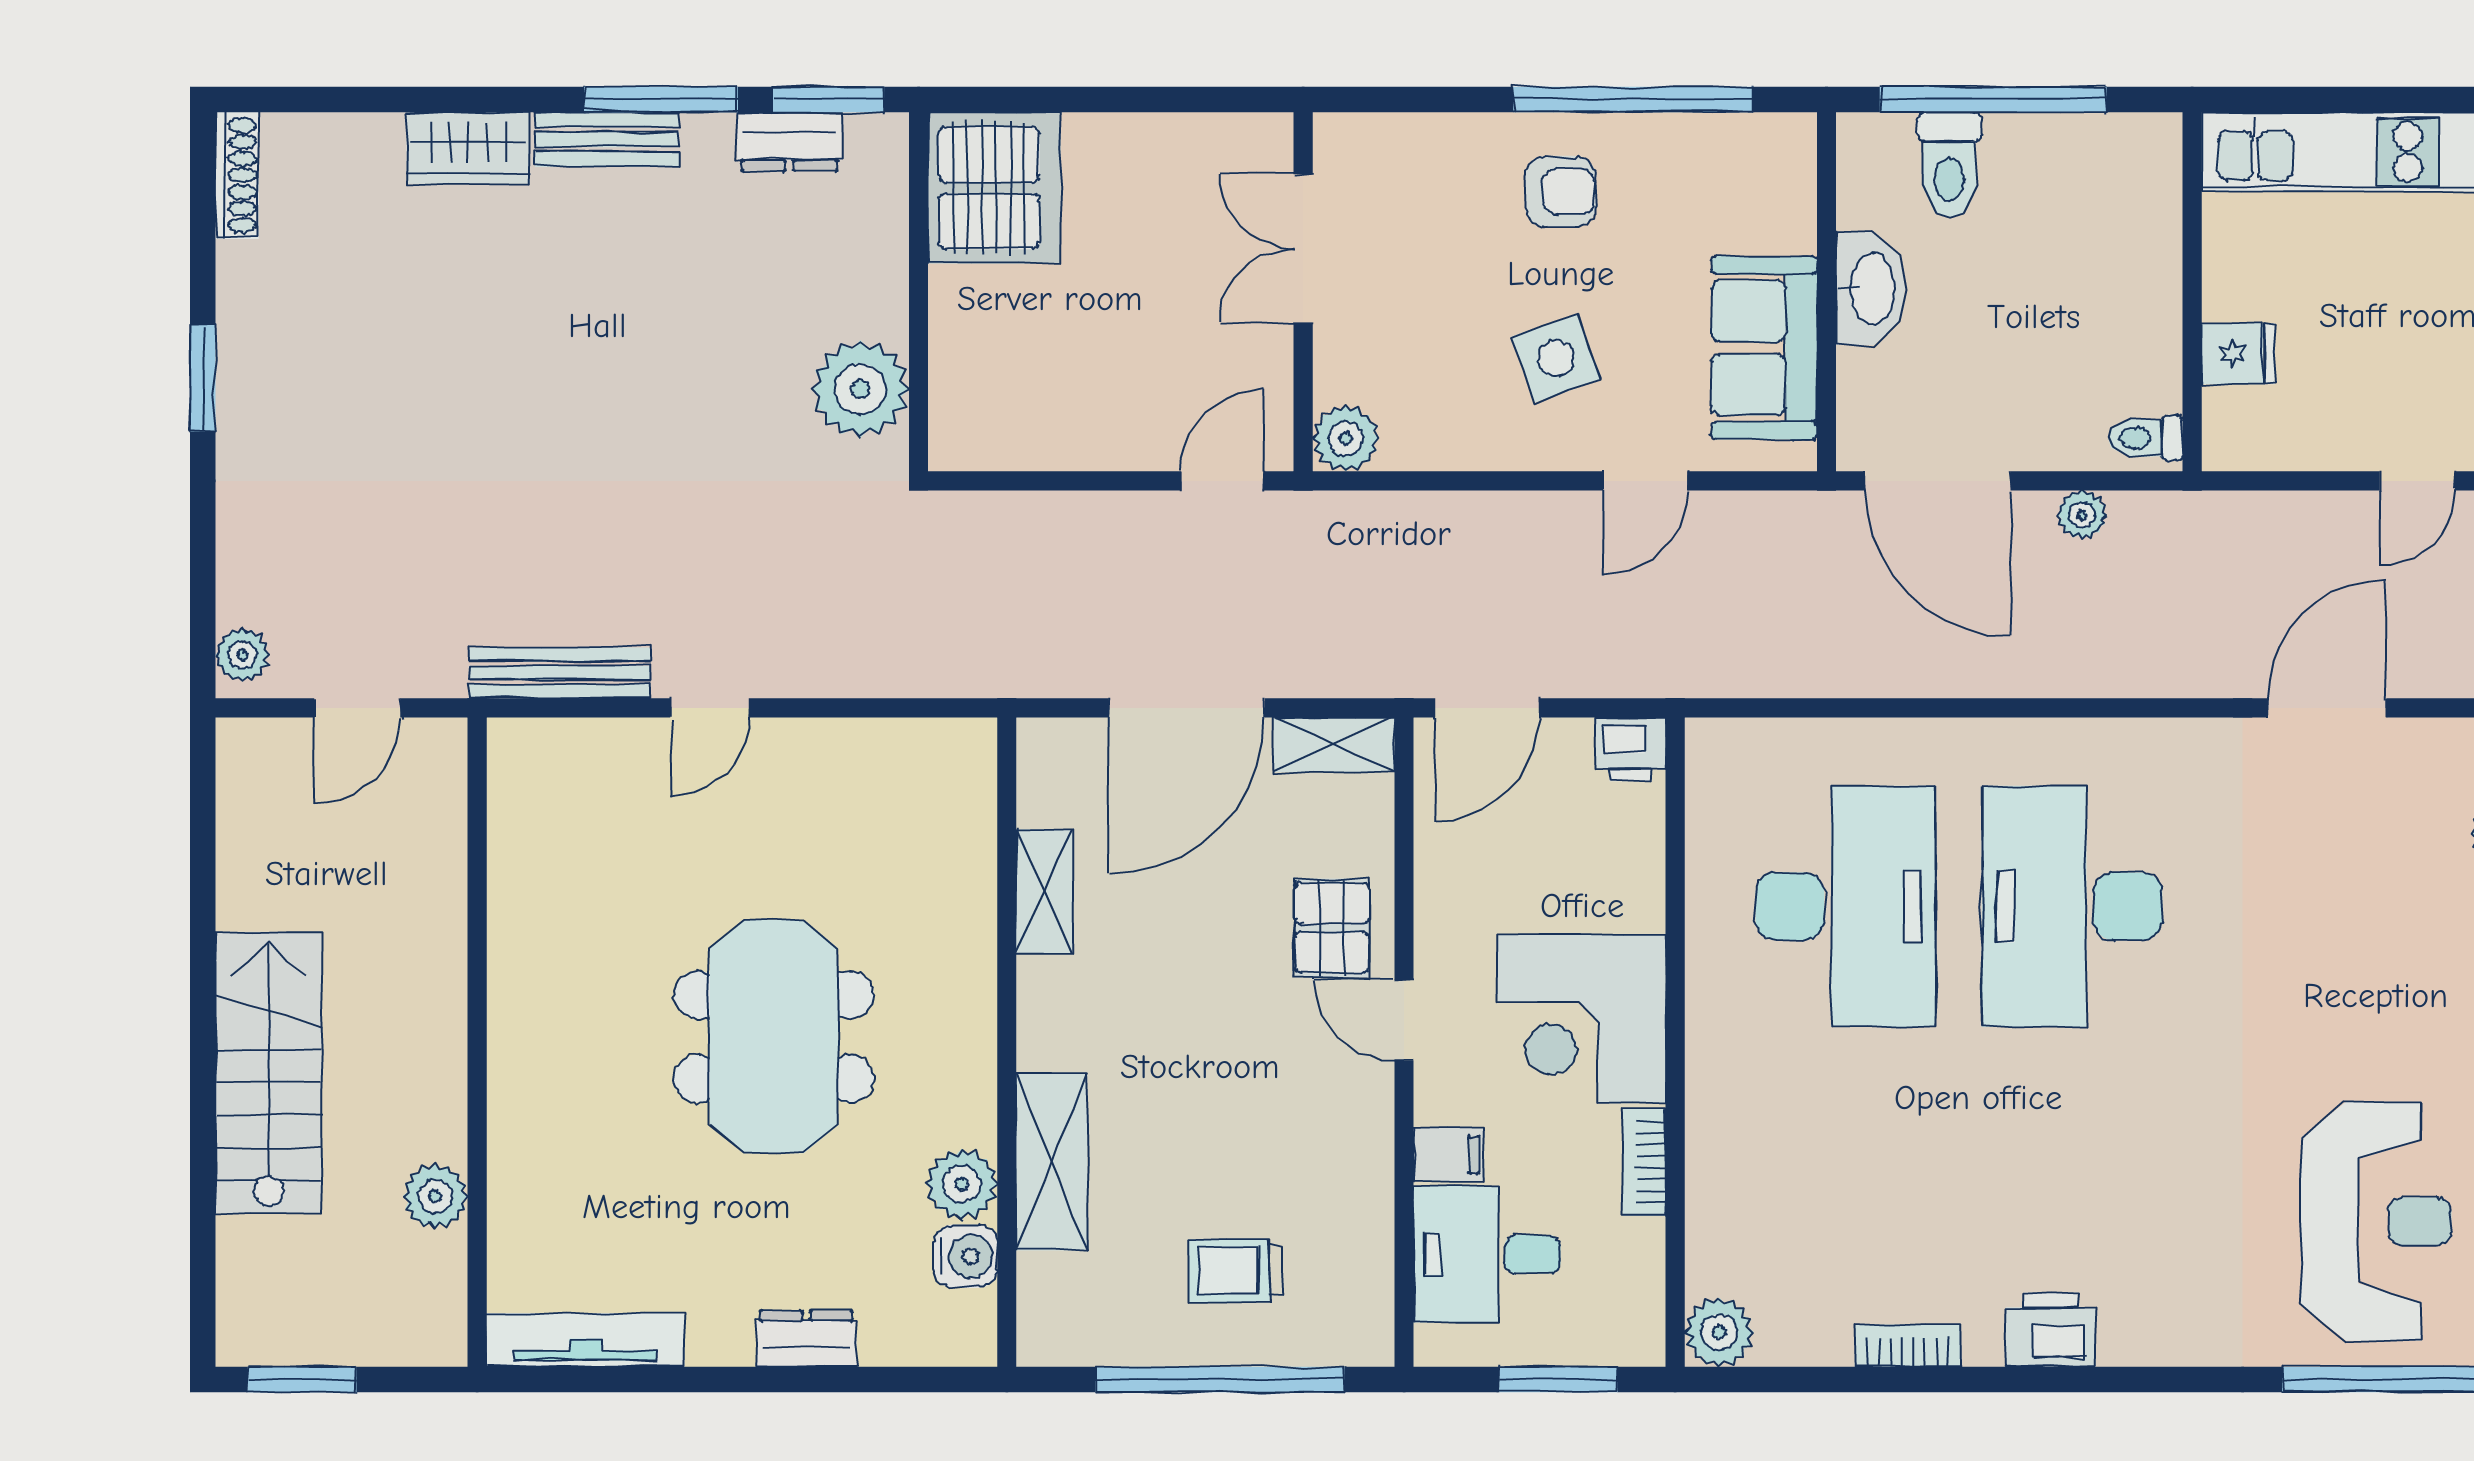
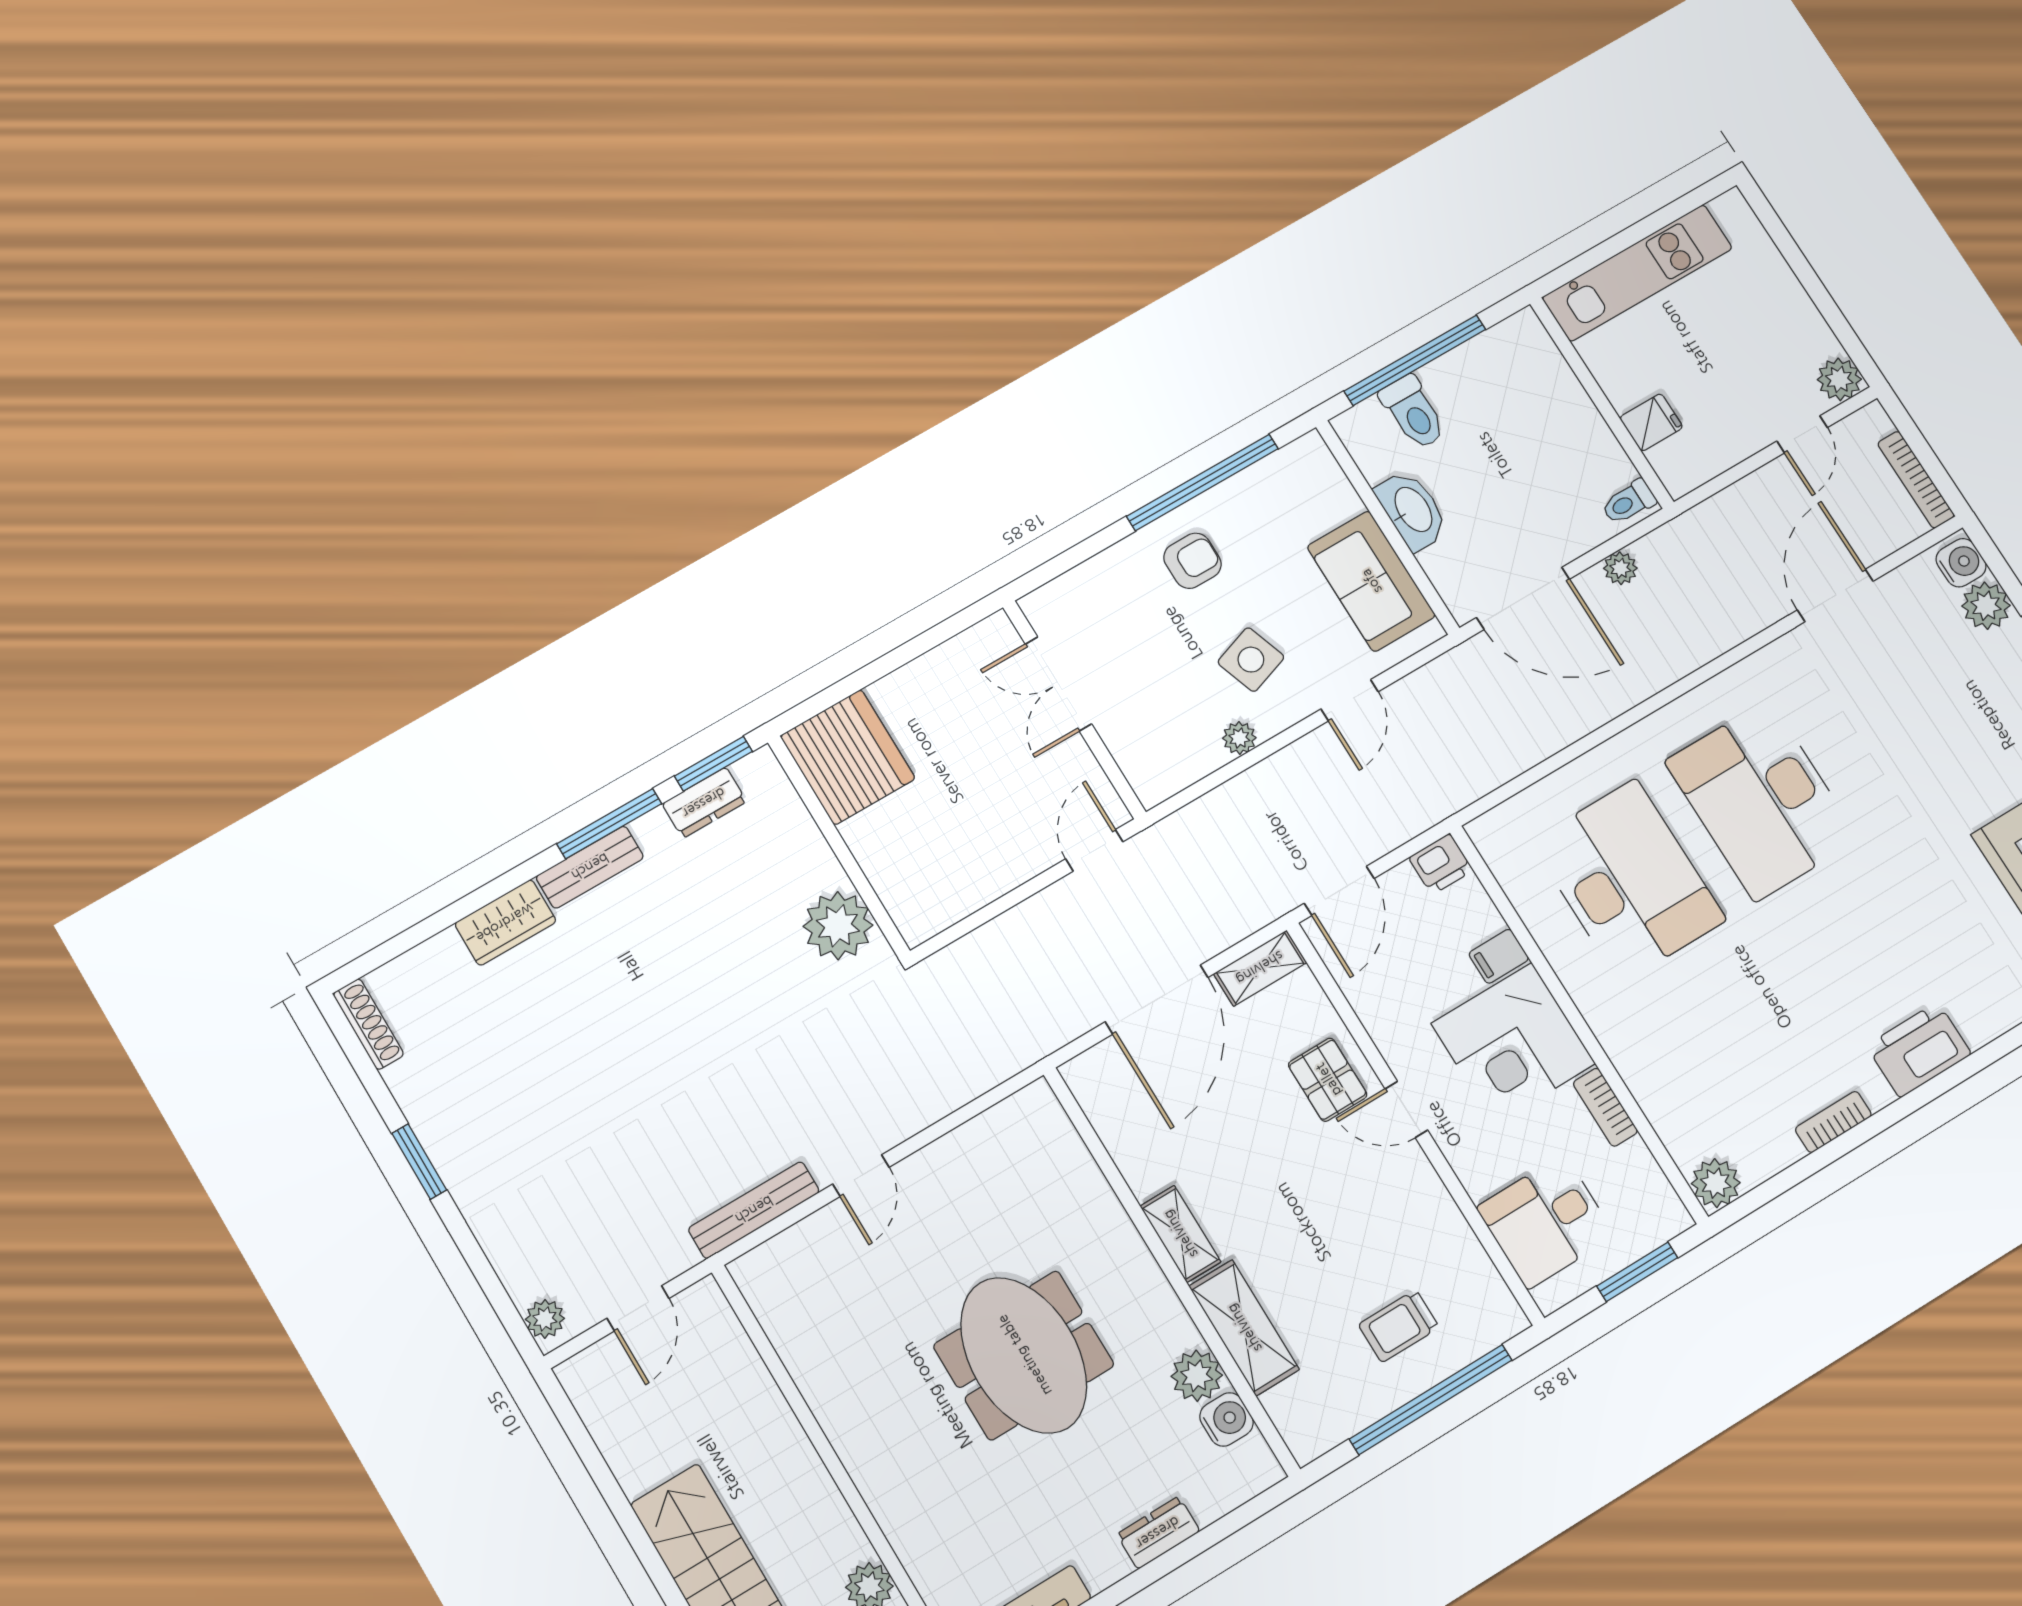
plant: (1346, 438) -> (1239, 738), moved, width x0.73, depth x0.73
shelving: (1044, 892) -> (1180, 1234), moved
filing cabinet: (1449, 1155) -> (1499, 956), moved, turned 180
printer: (2051, 1330) -> (1919, 1050), width x1.37, depth x1.19

